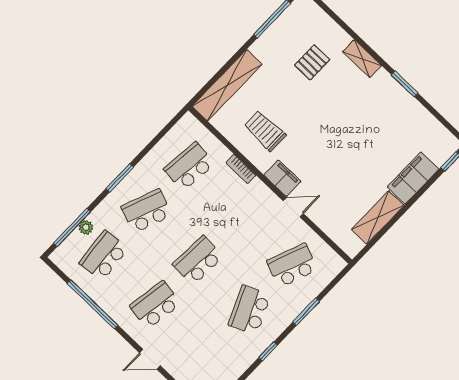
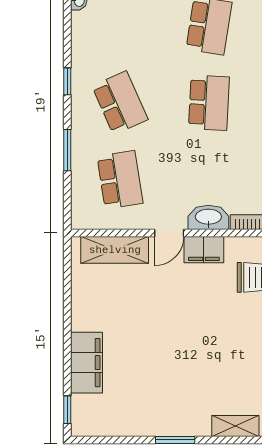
washbasin: (262, 194) -> (208, 217), added
shelving: (378, 217) -> (115, 250), moved, turned 90
school desk: (292, 265) -> (120, 180), turned -30

